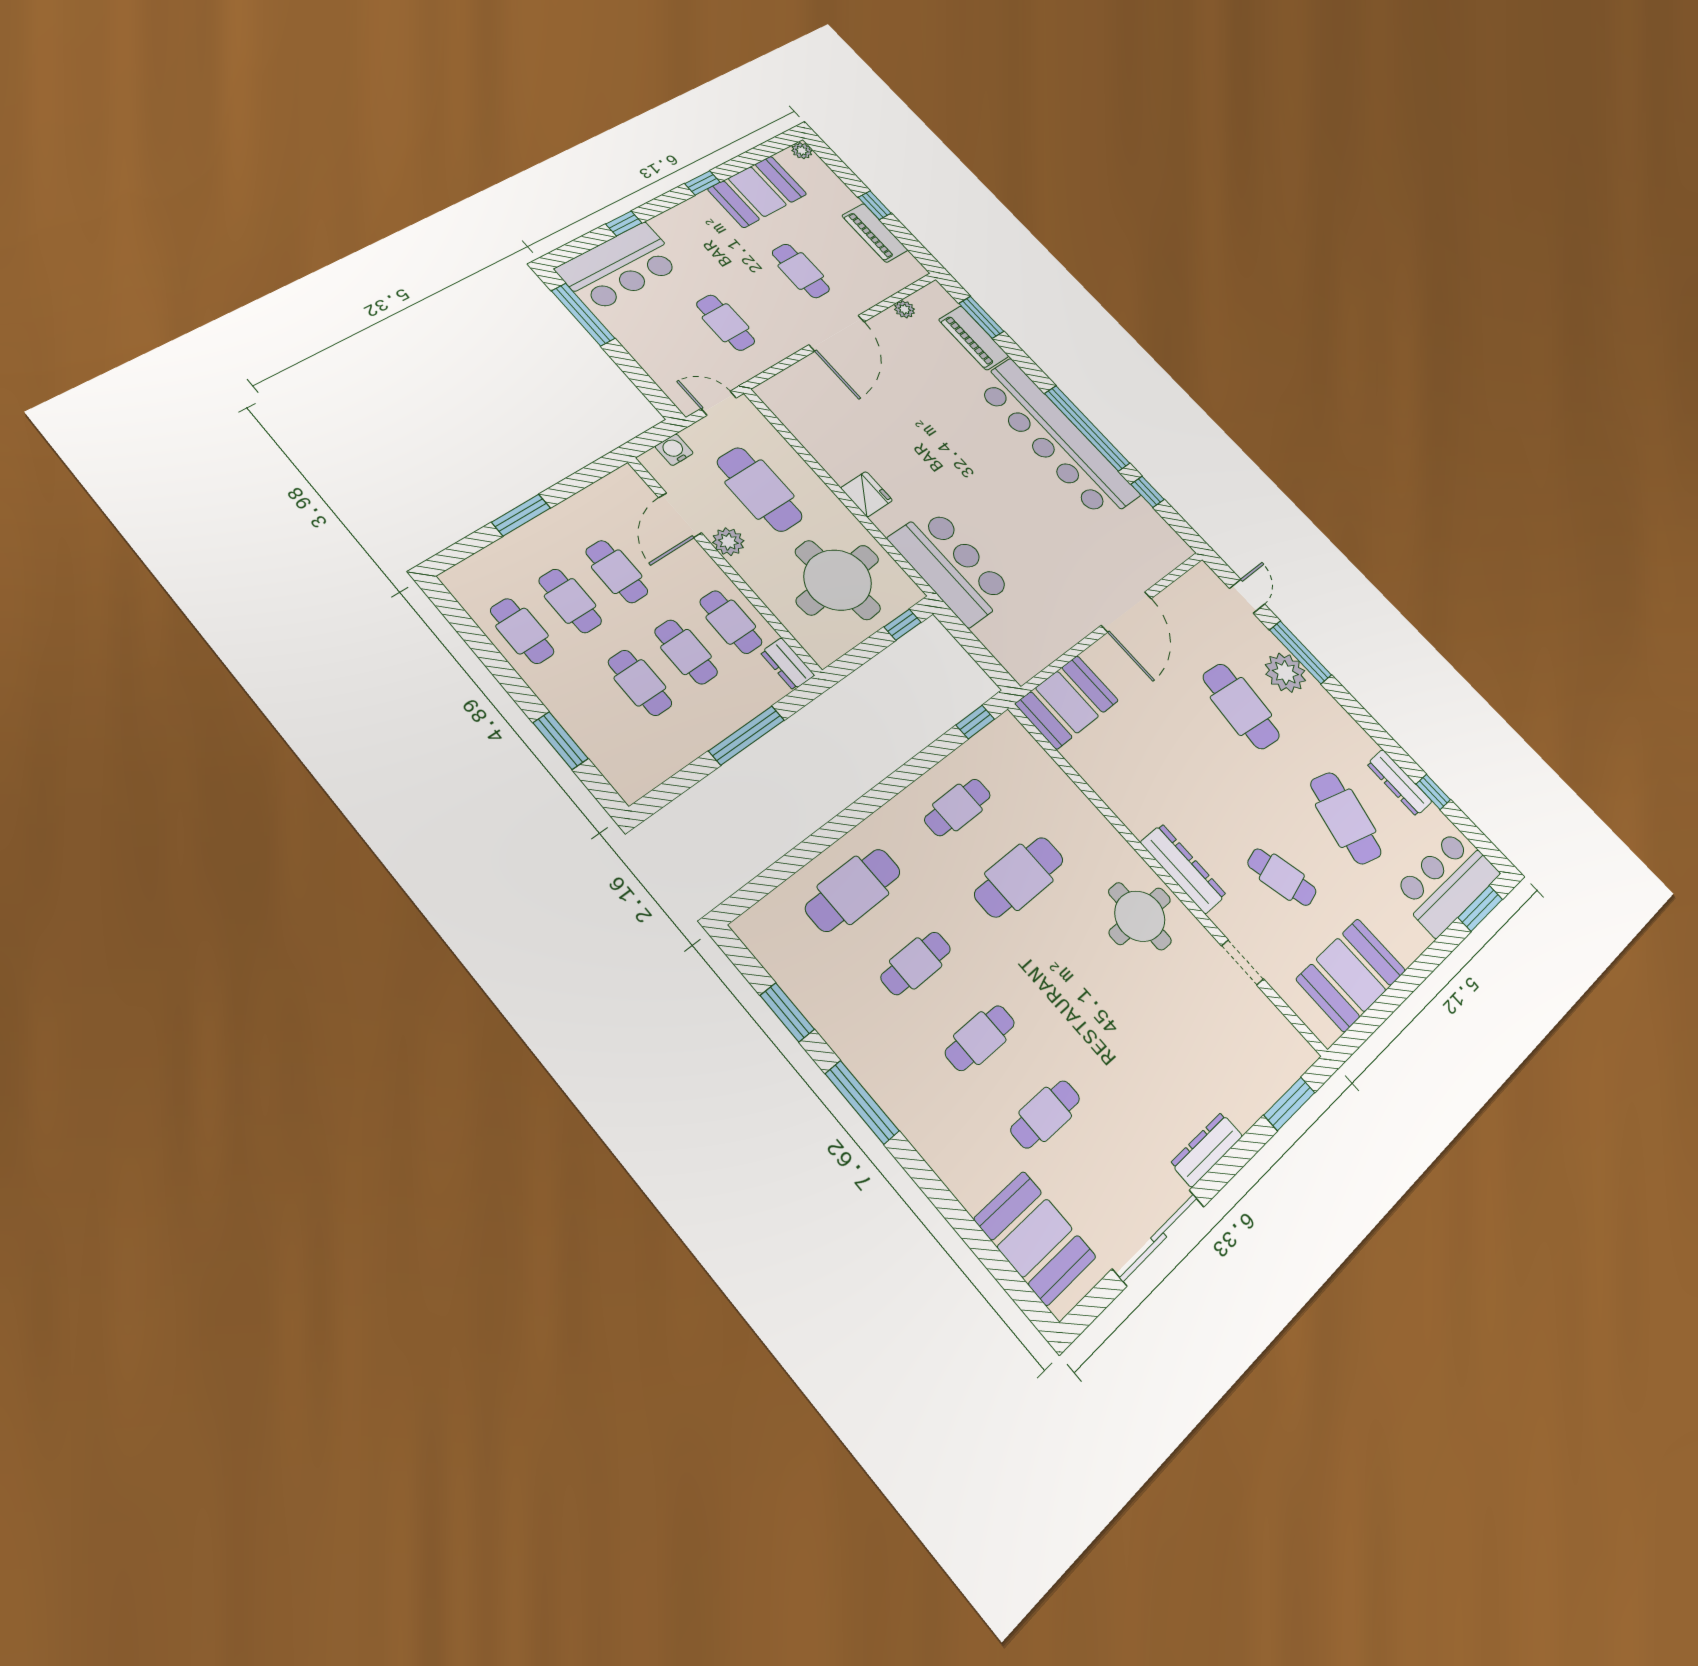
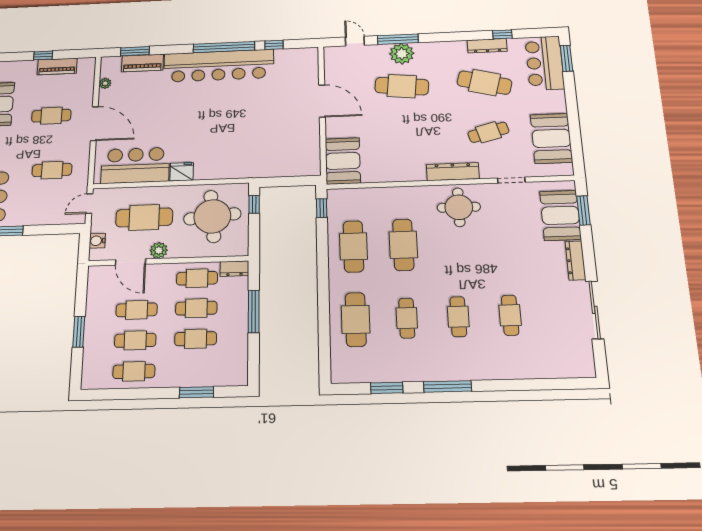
bar counter: (951, 566) -> (135, 165), moved
cafe table: (957, 807) -> (353, 246), width x1.37, depth x1.35
booth: (1035, 1238) -> (560, 215), moved, turned 90

